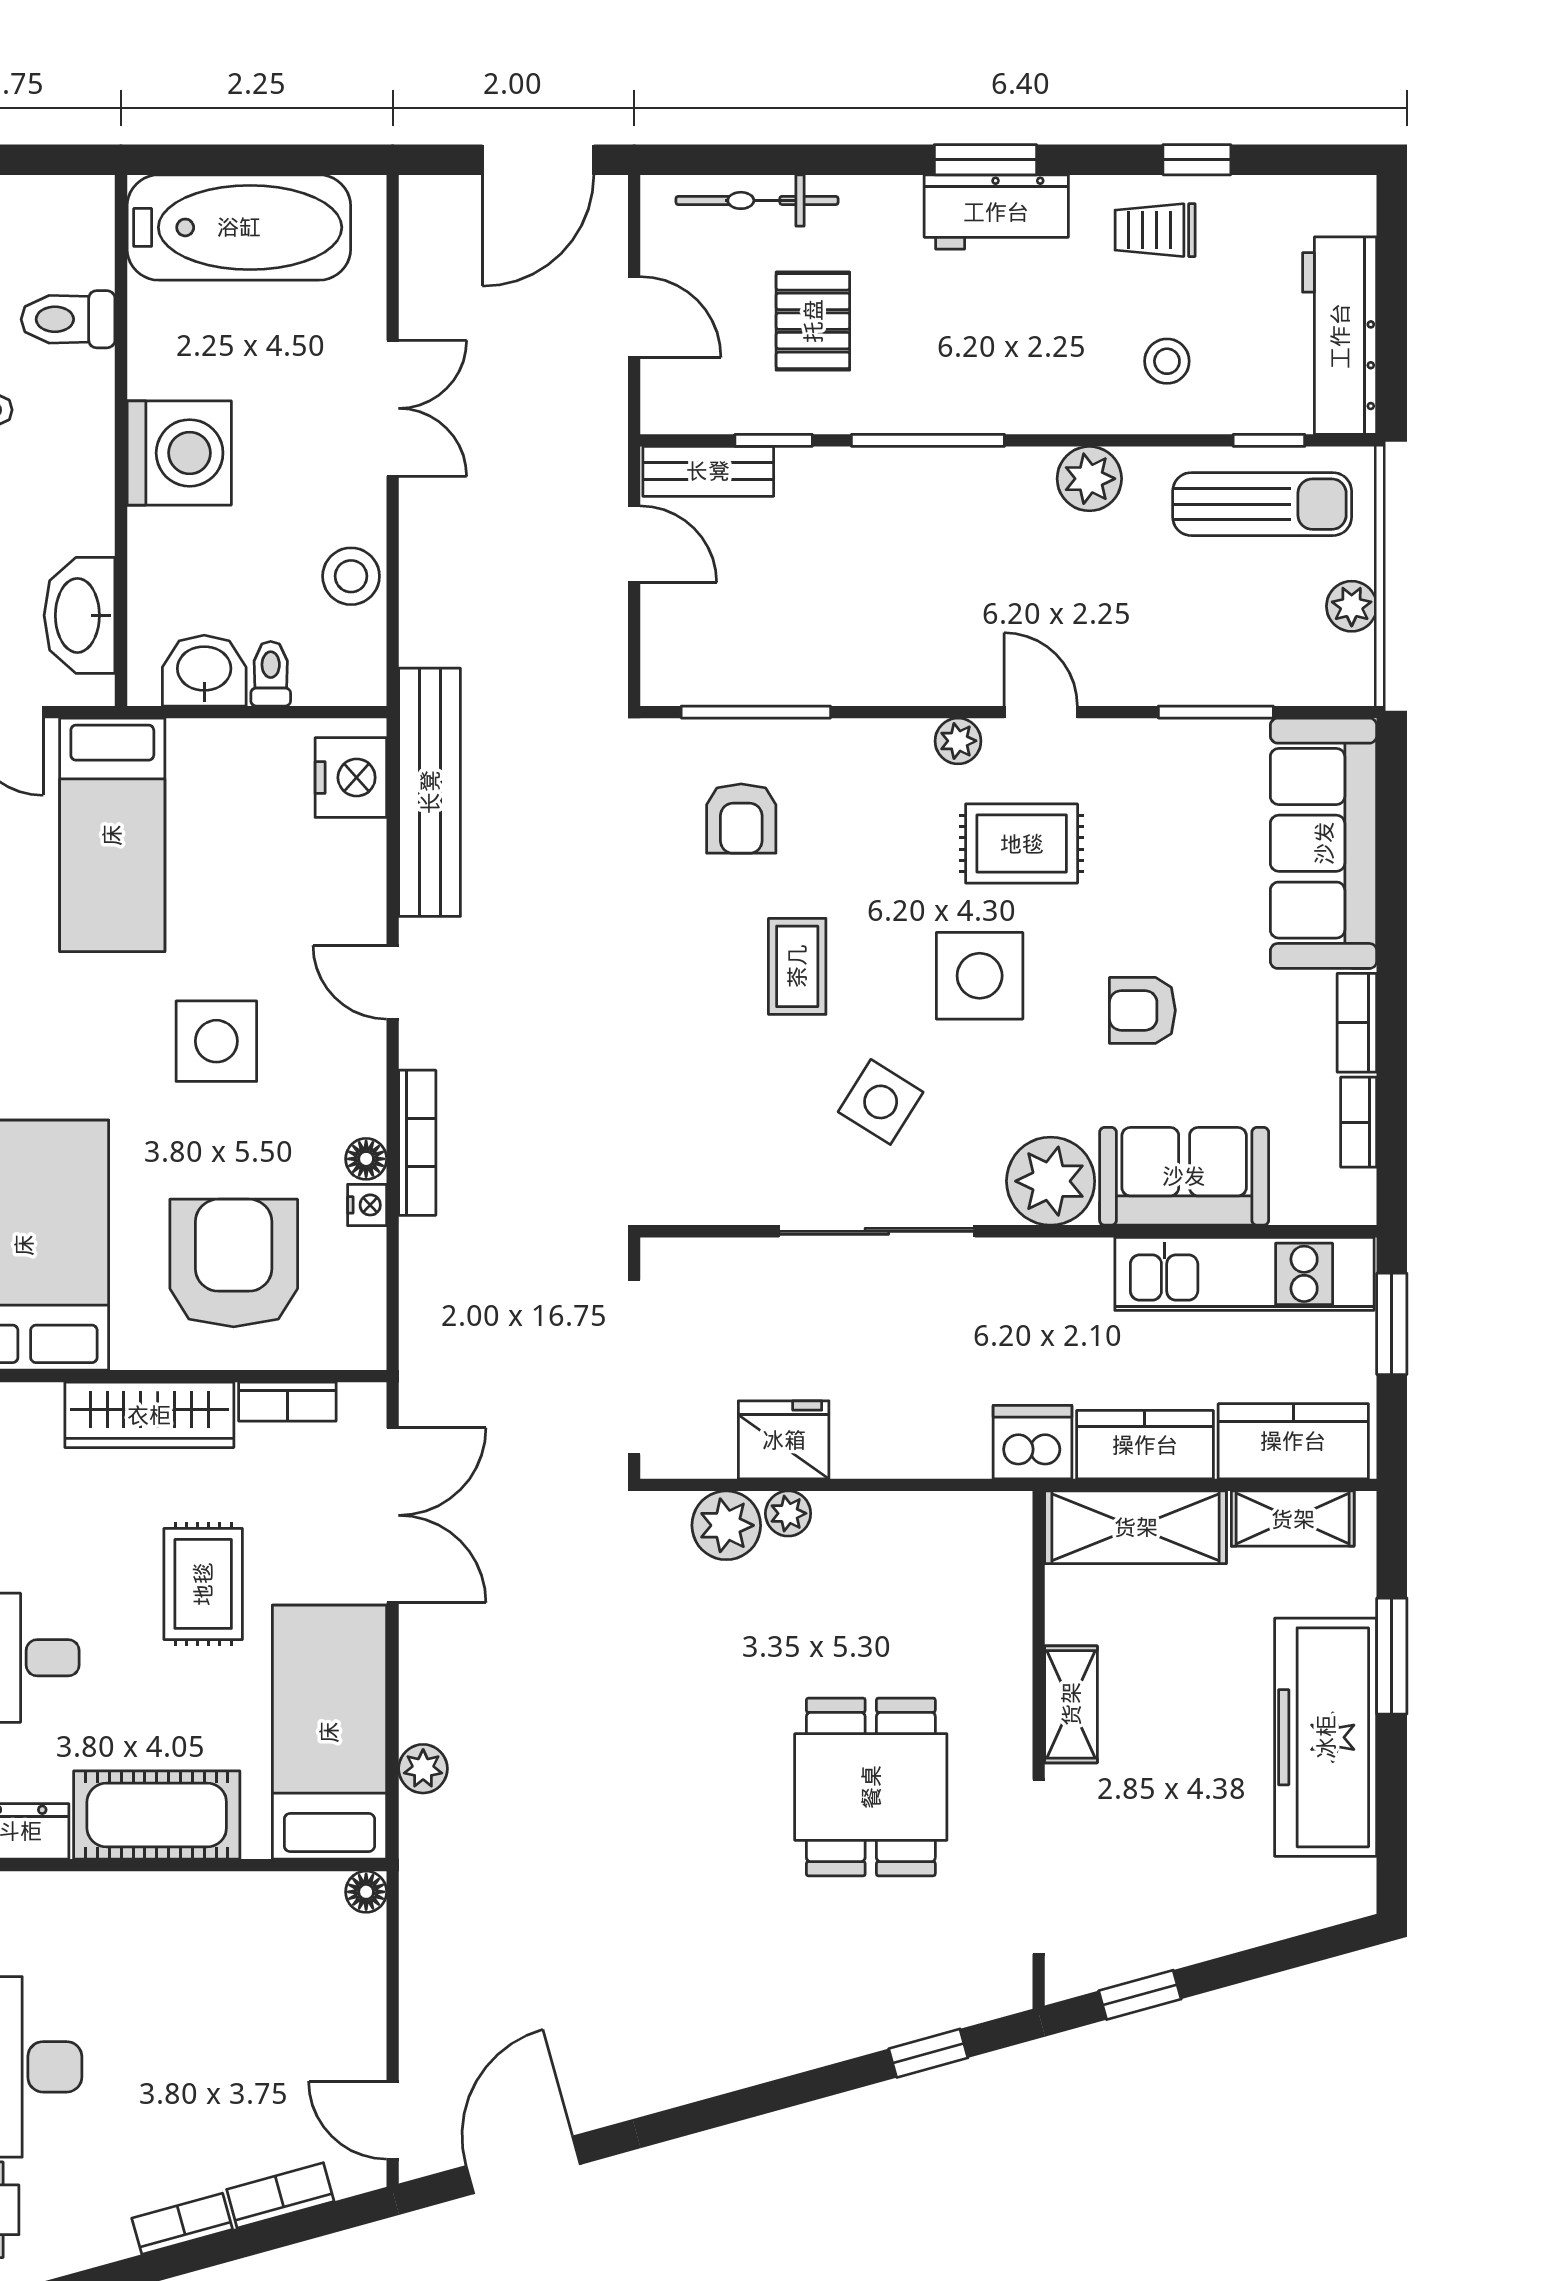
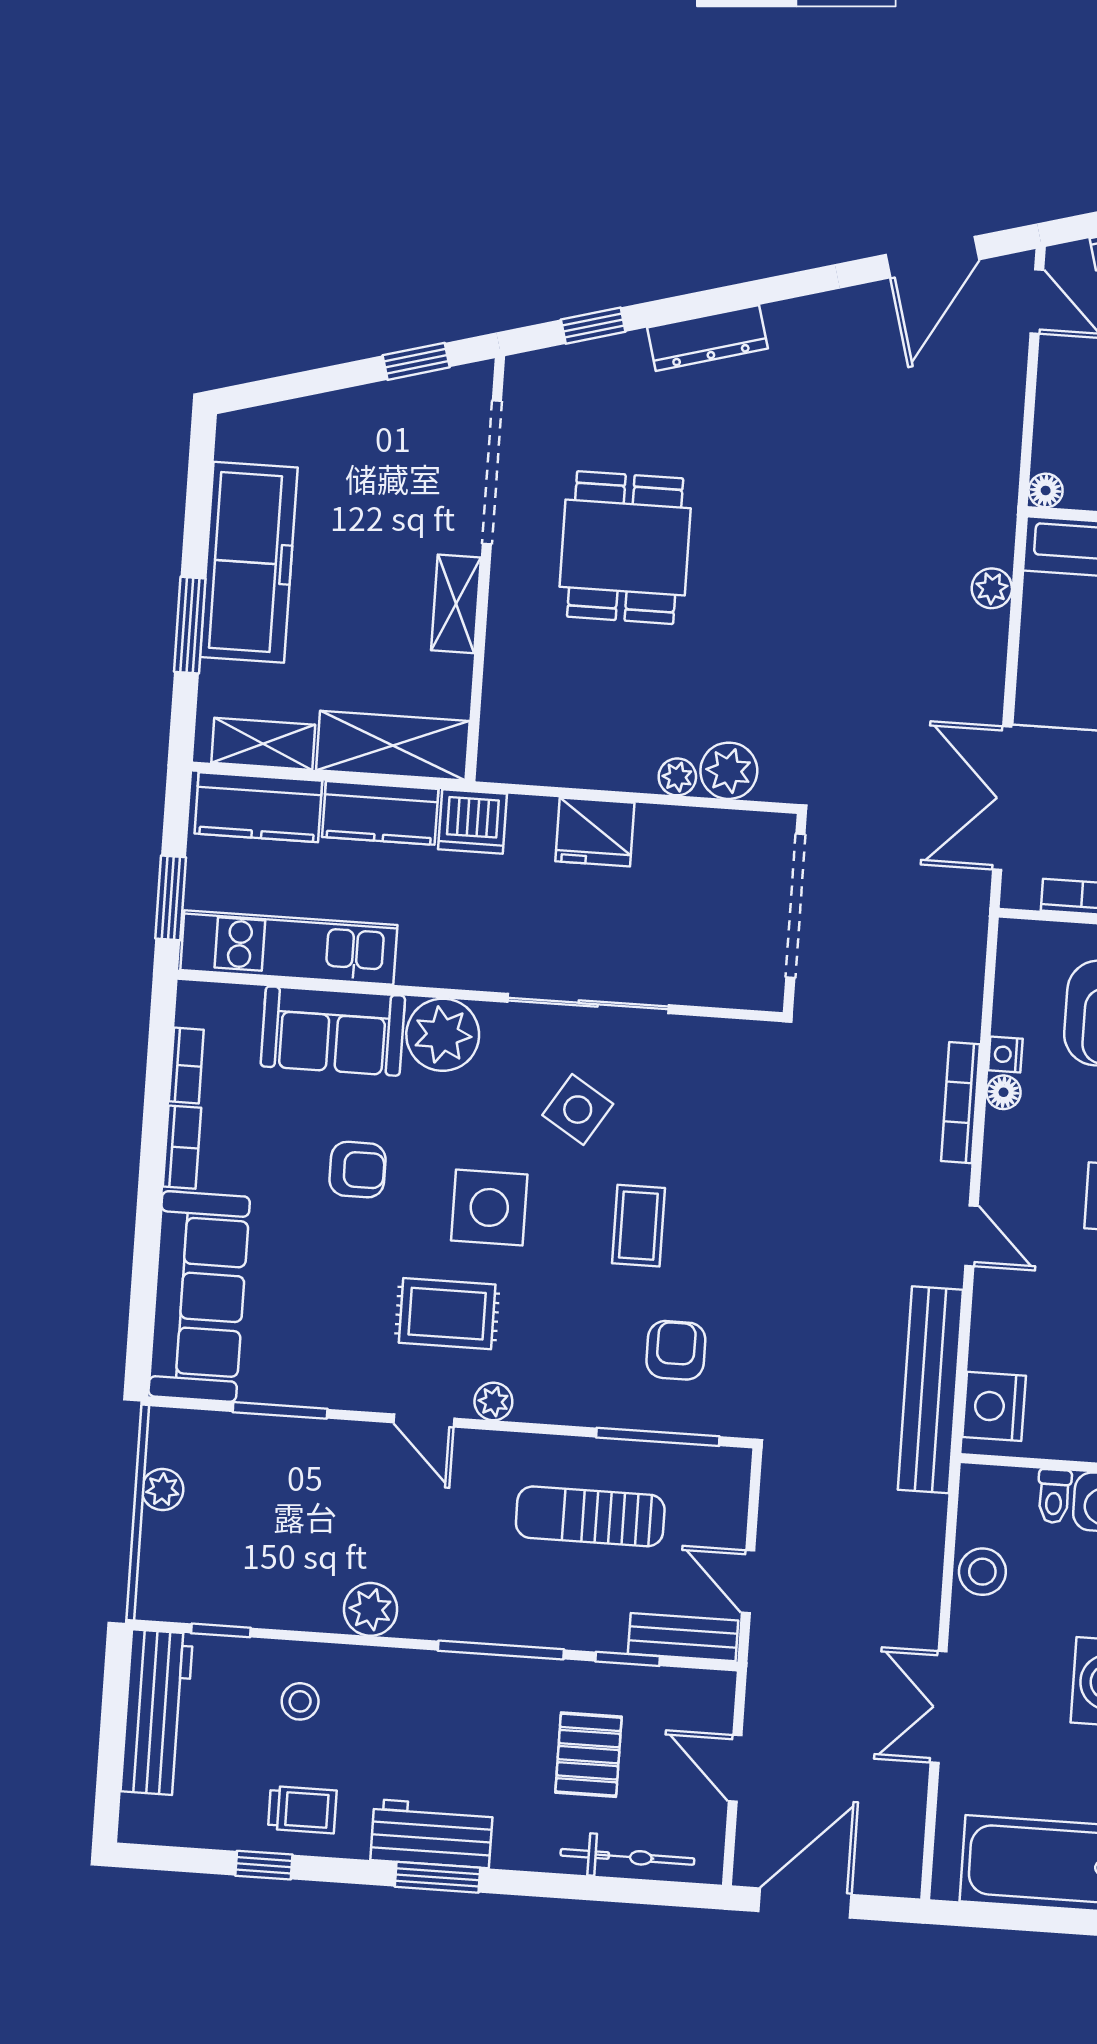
sun lounger: (1262, 504) -> (590, 1516), moved
fridge: (784, 1440) -> (595, 832), moved
dresser: (789, 2048) -> (707, 338), added

